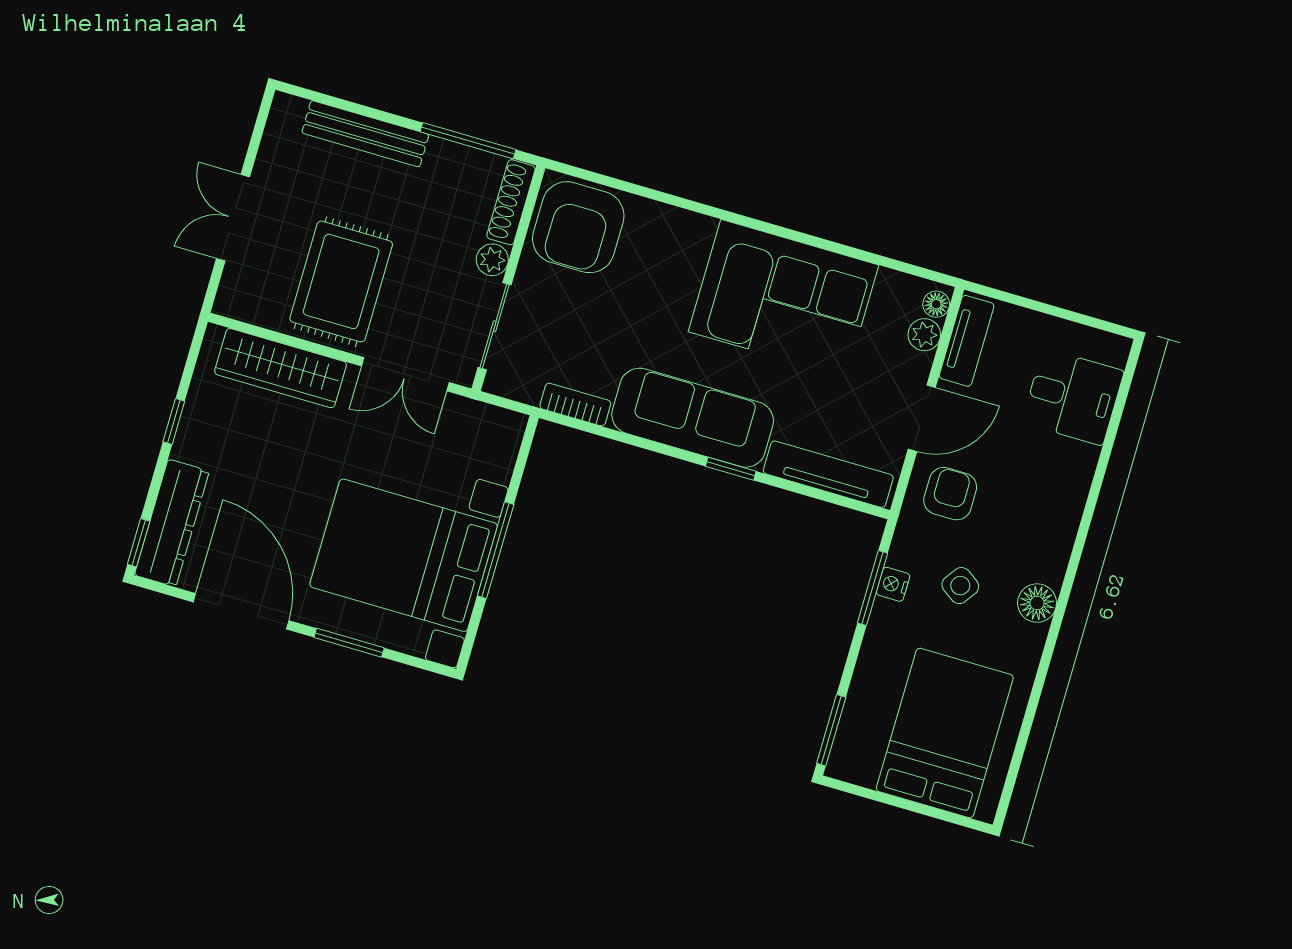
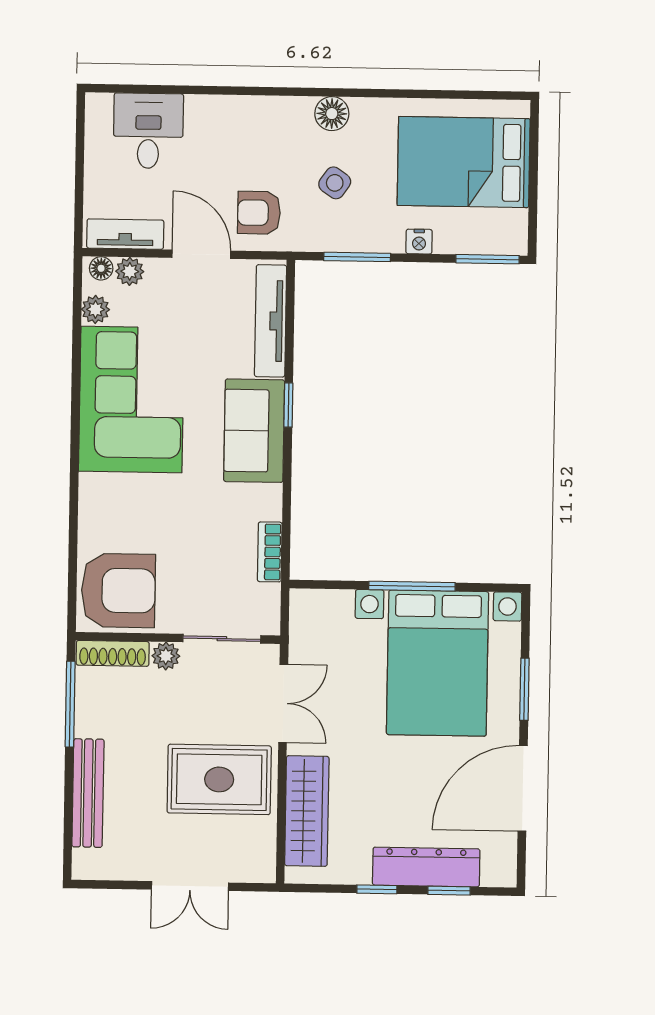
plant: (893, 286) -> (95, 309), added
sofa: (693, 418) -> (254, 431), width x0.73
dresser: (172, 523) -> (426, 867), moved
window: (139, 543) -> (449, 891), moved
nightstand: (893, 584) -> (419, 242), moved

